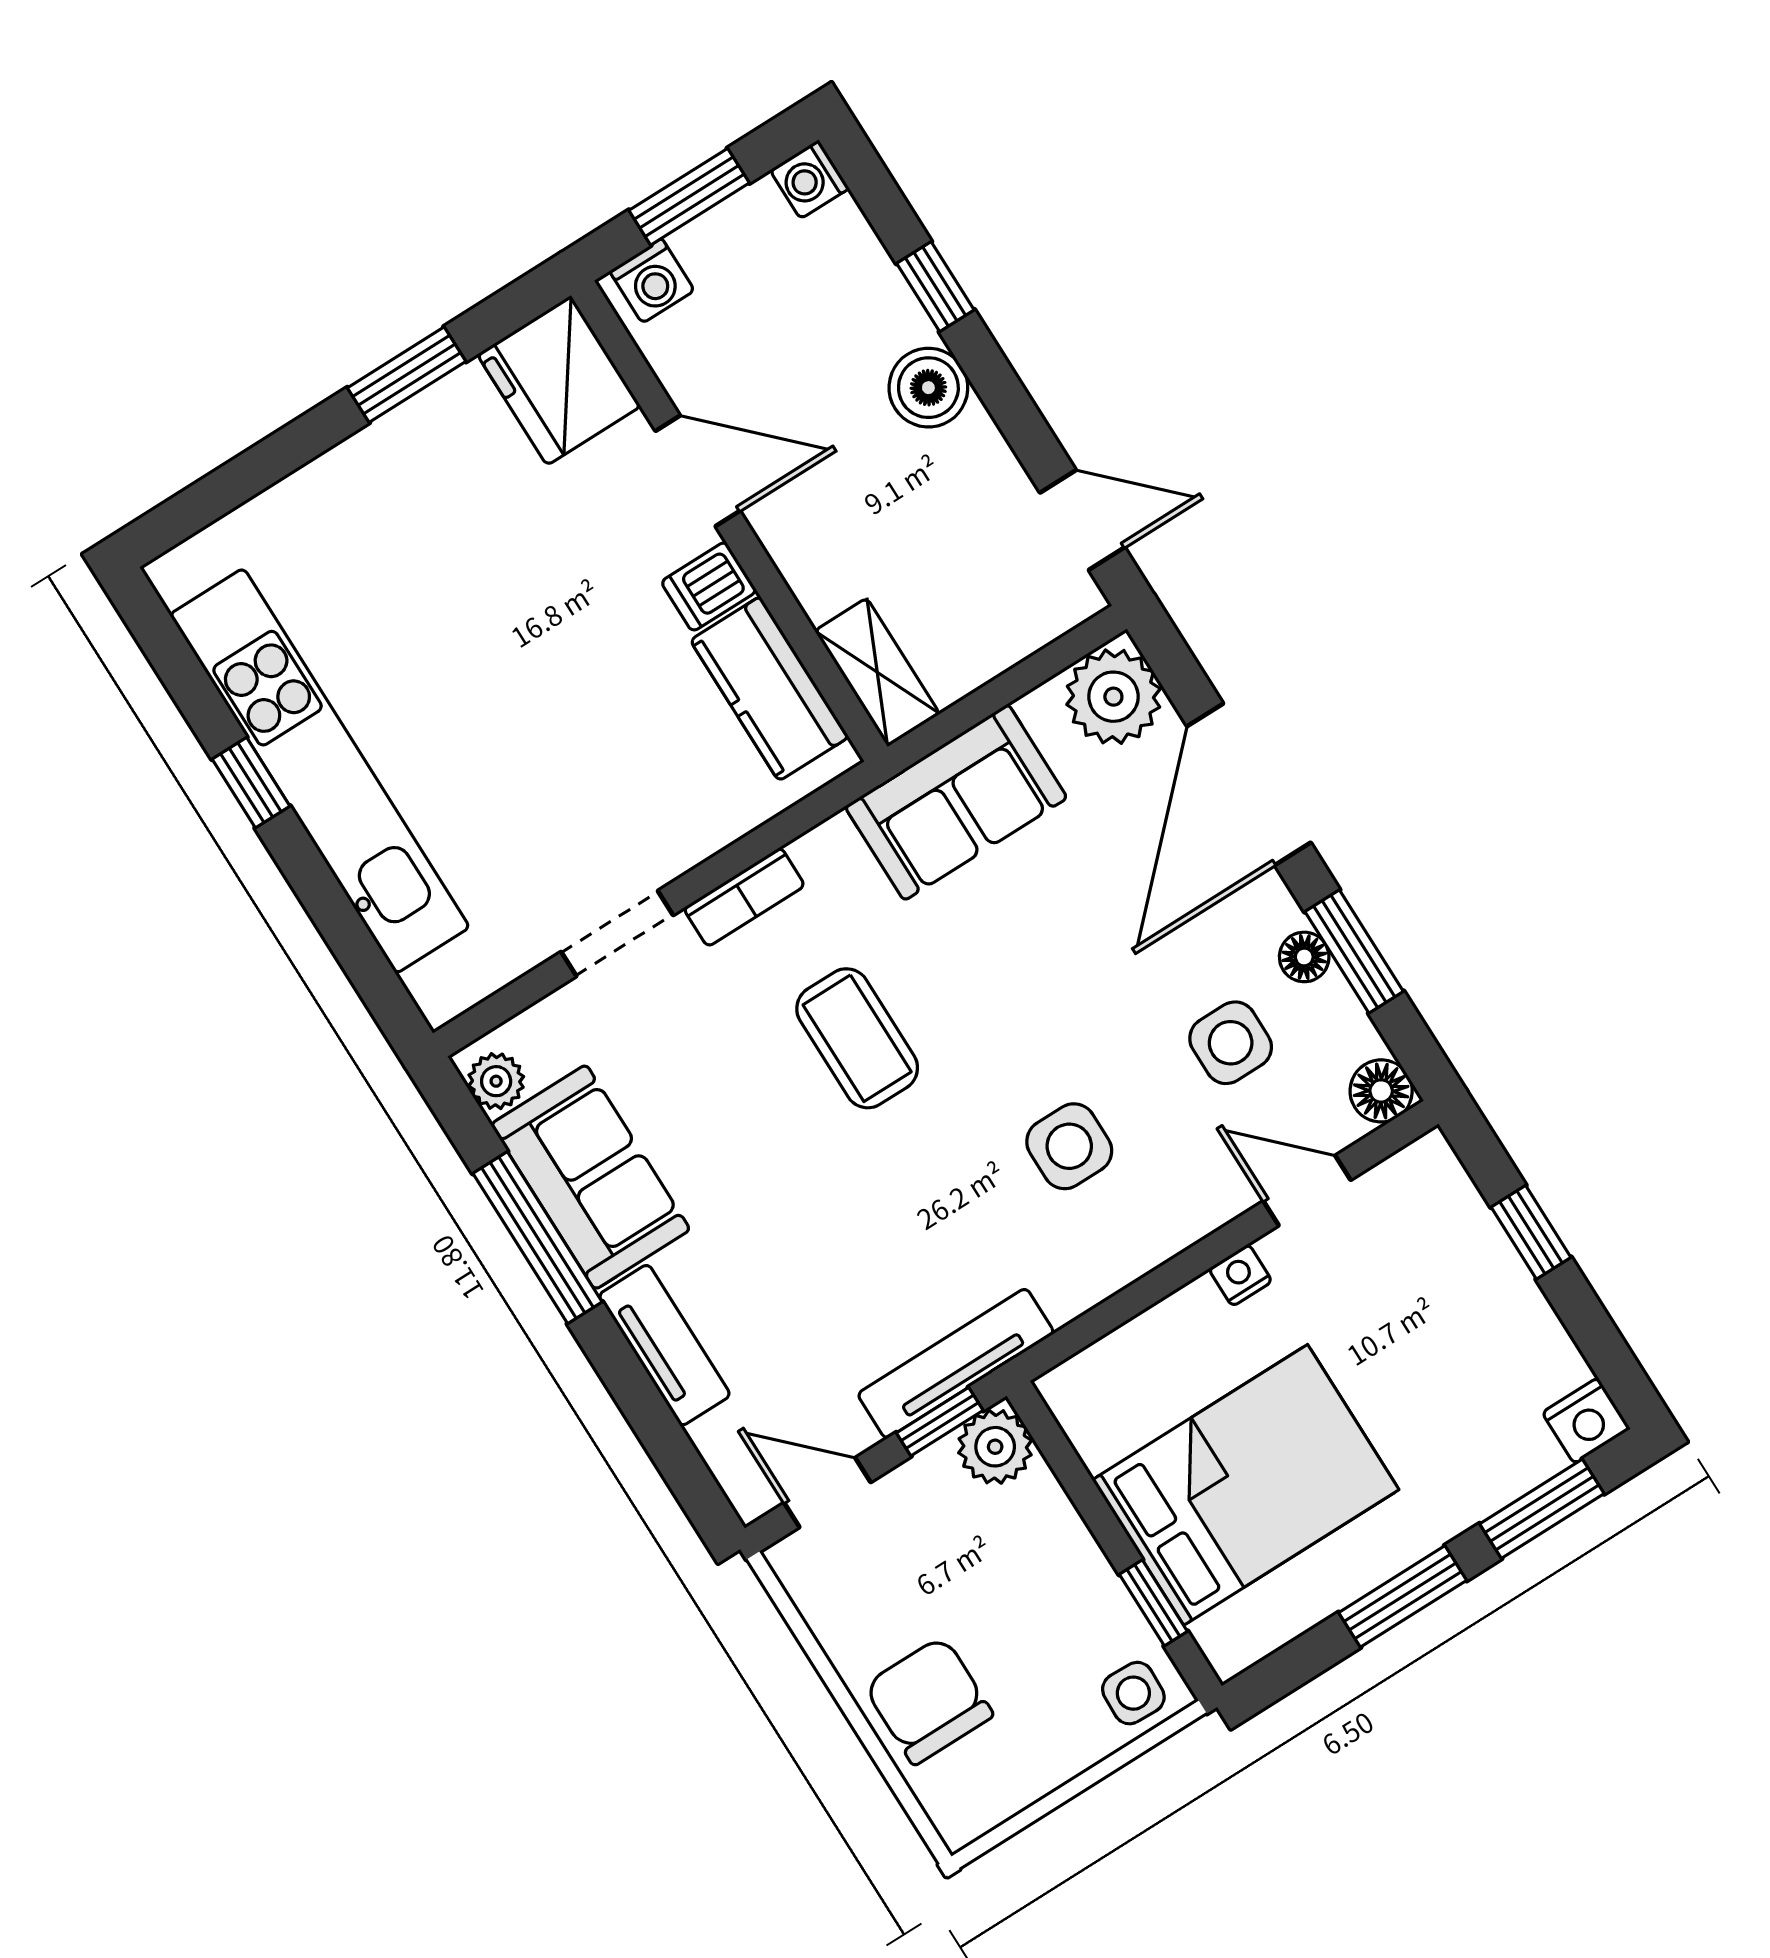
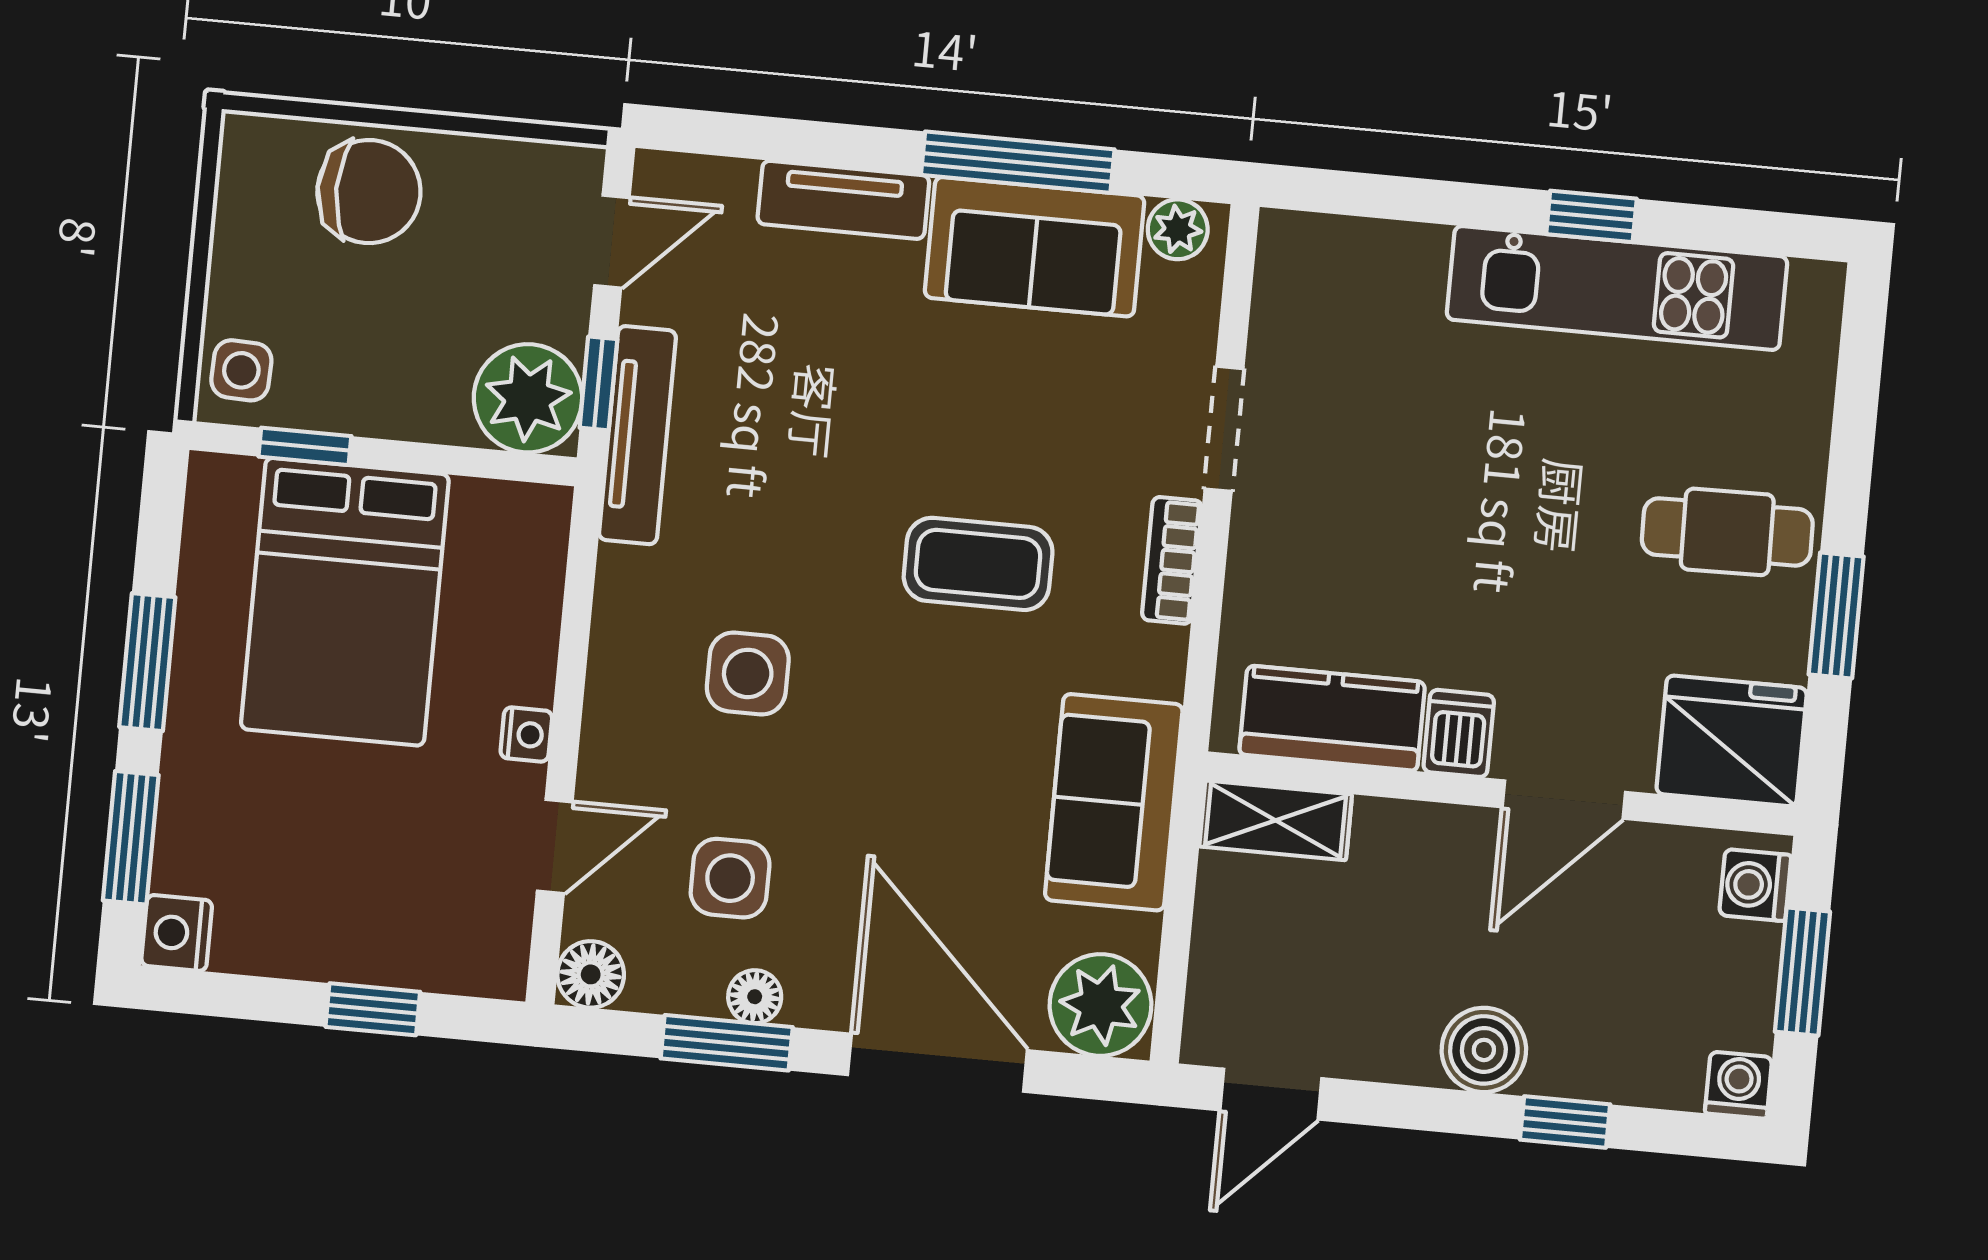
cafe table: (407, 503) -> (1727, 532), added
kitchen unit: (320, 771) -> (1617, 288), width x0.73
plant: (995, 1447) -> (528, 398), width x1.36, depth x1.36

